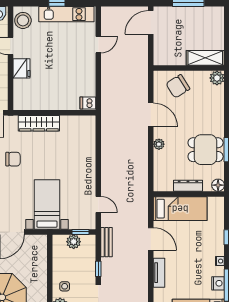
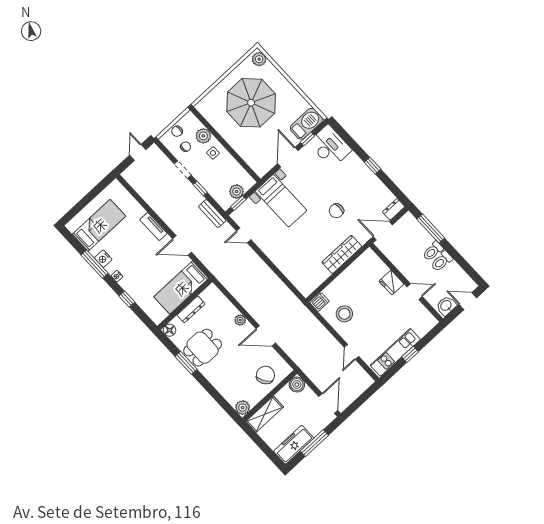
freezer: (205, 16) -> (294, 445), added
stool: (23, 20) -> (344, 314), moved
boiler: (161, 58) -> (297, 385), added

